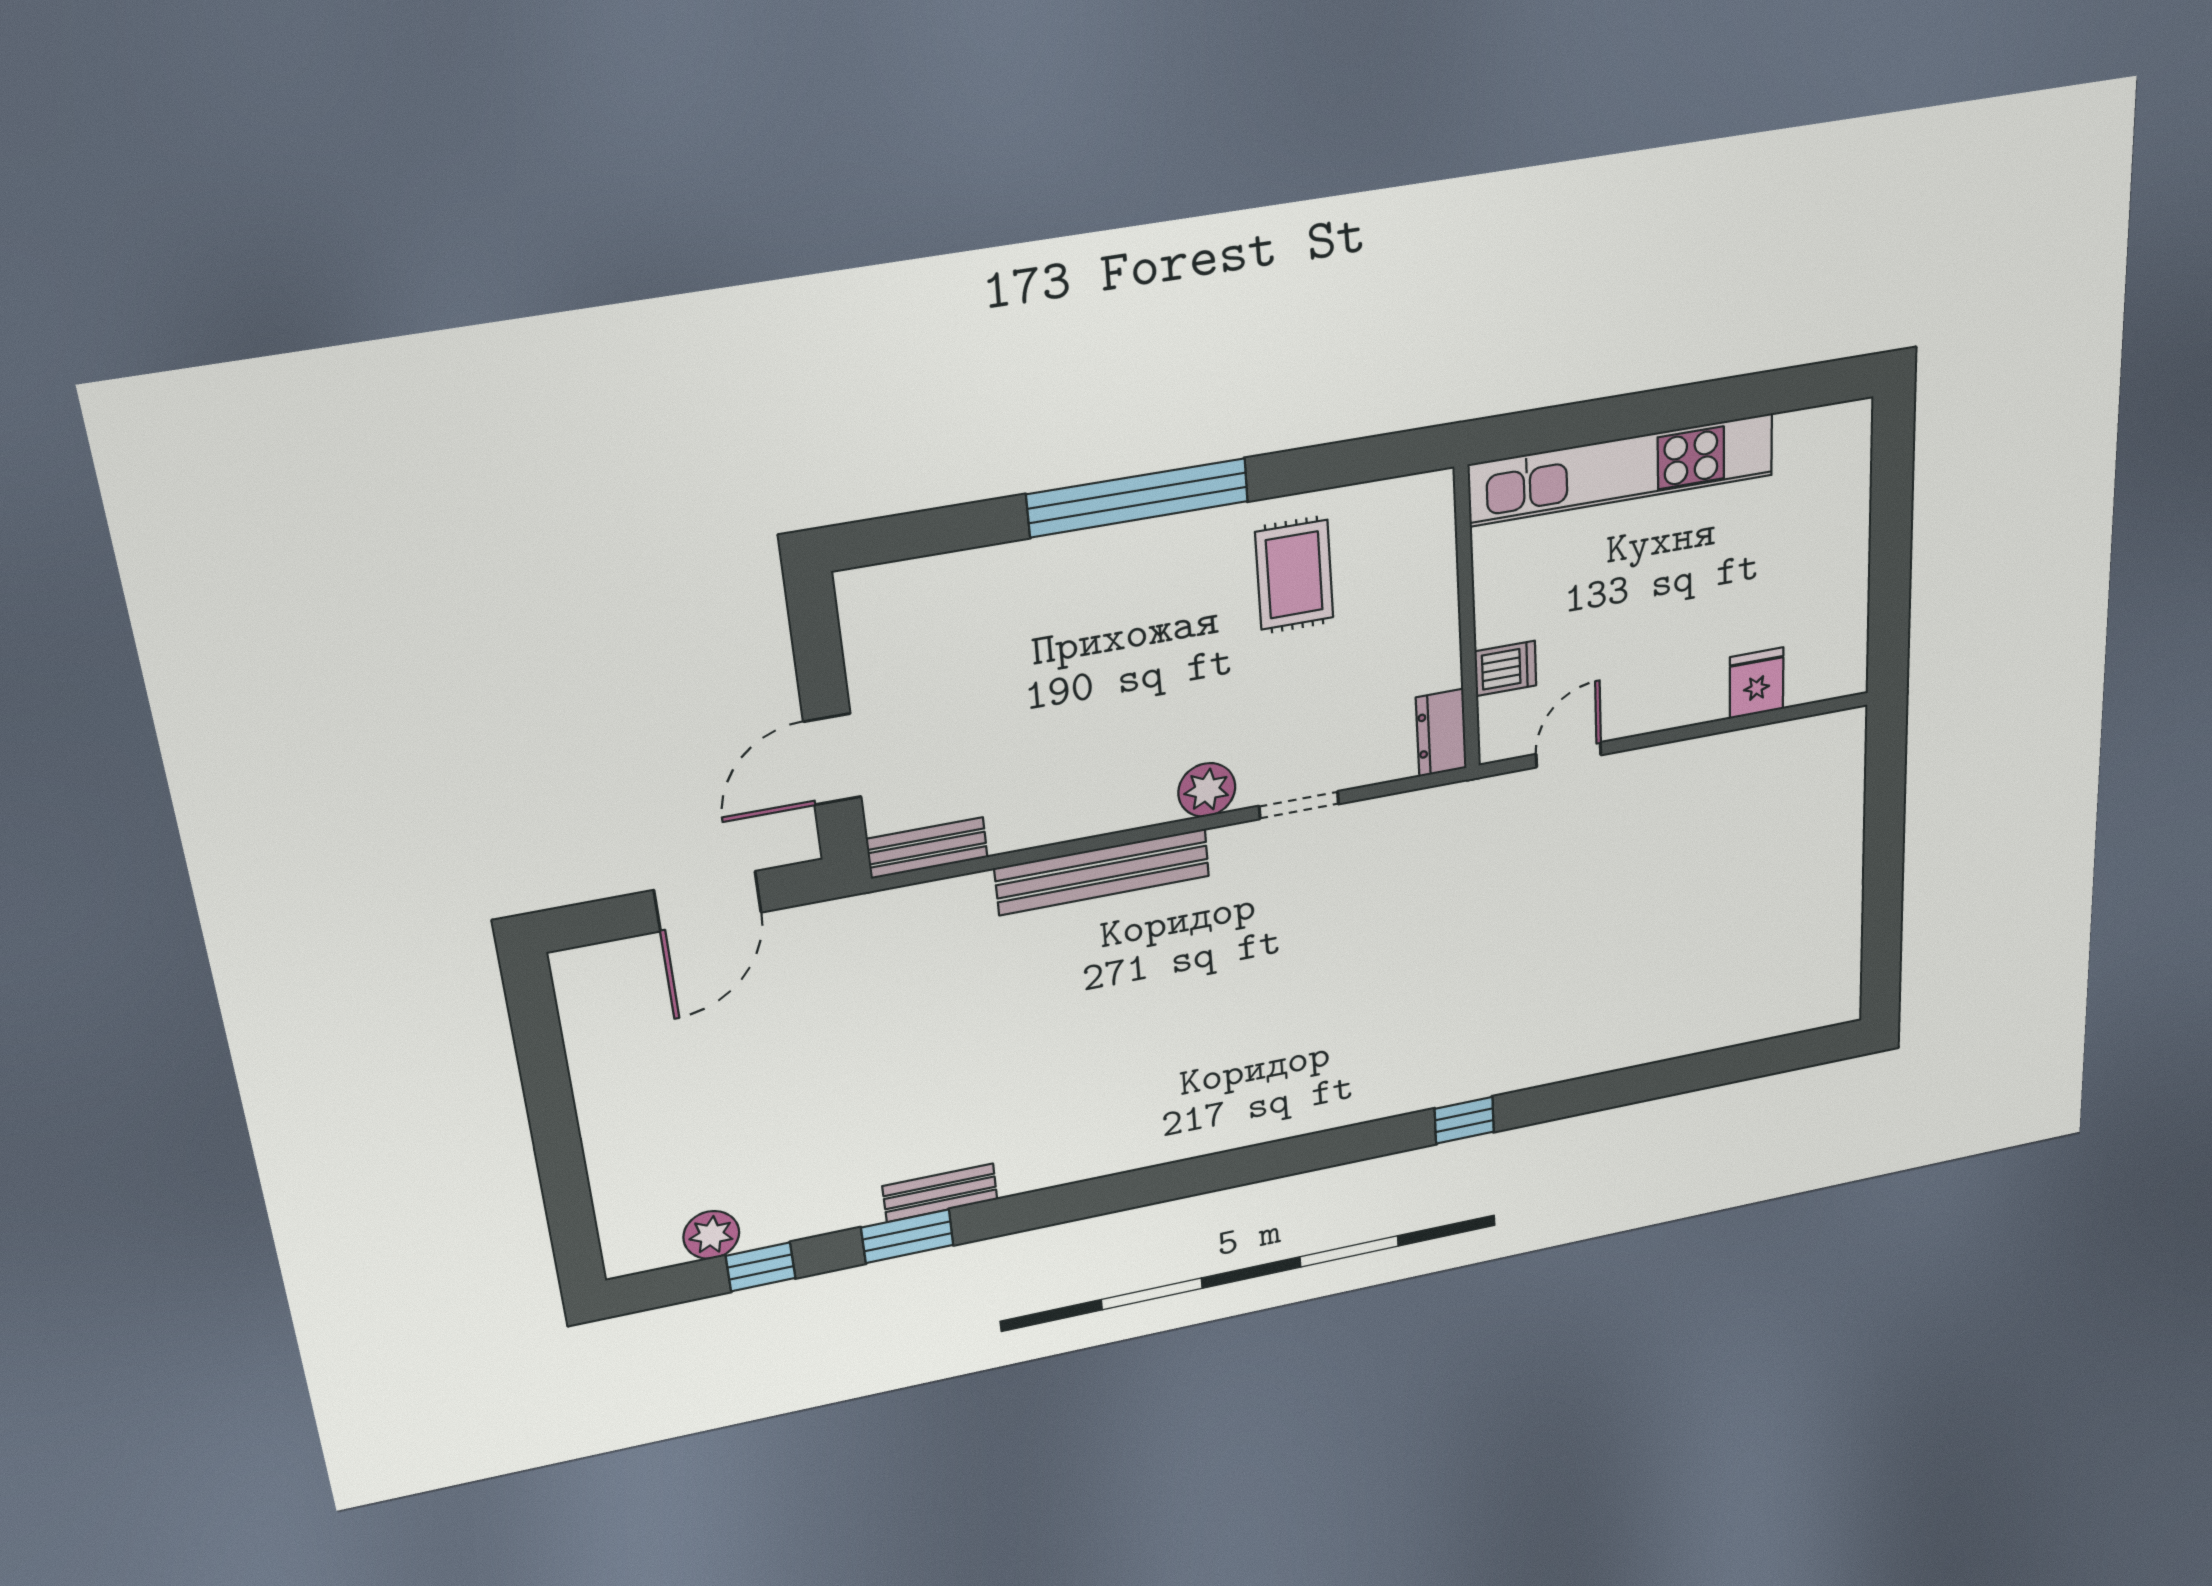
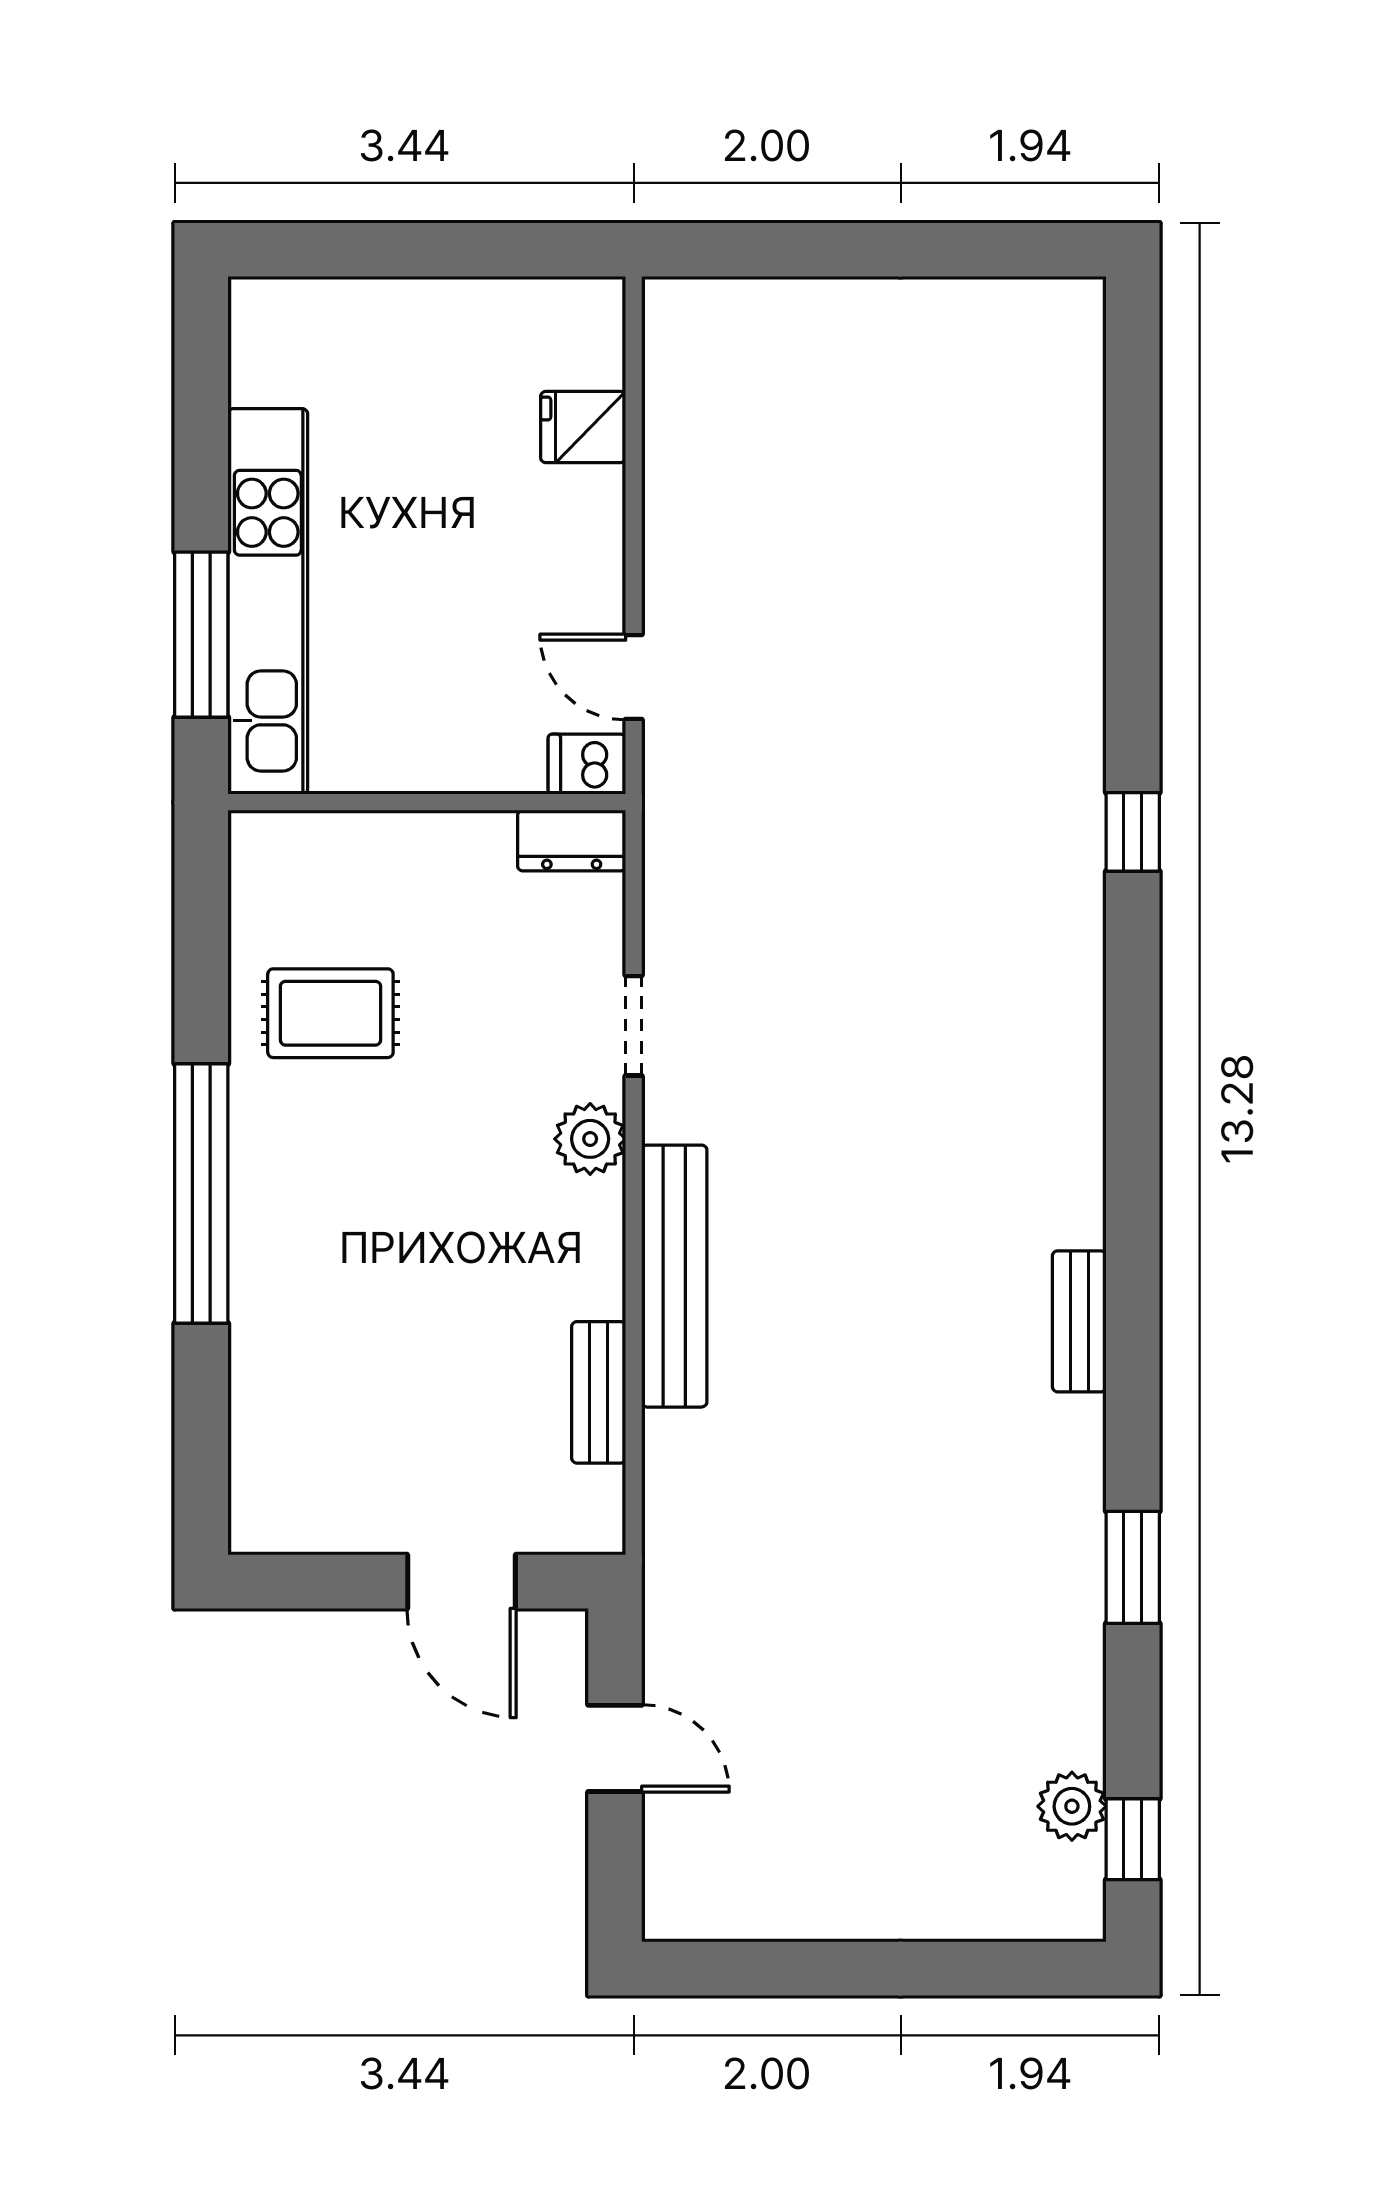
window: (1594, 422) -> (201, 635), added
dishwasher: (1505, 668) -> (587, 764), moved, turned -90
bench: (927, 848) -> (599, 1392), moved
door: (708, 901) -> (615, 1748), width x0.73
bench: (940, 1193) -> (1079, 1321), moved
window: (761, 1267) -> (1133, 1839), moved

